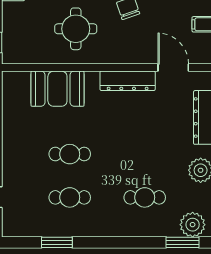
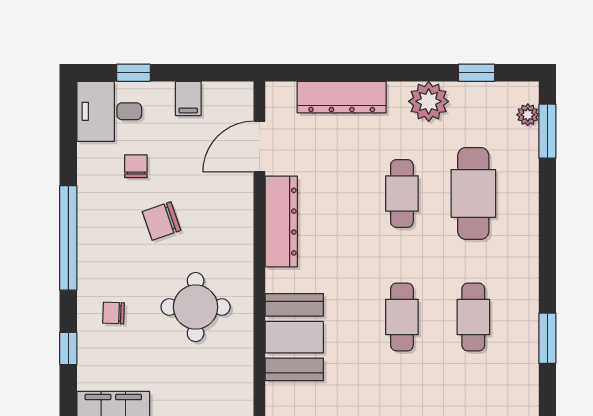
cafe table: (145, 154) -> (402, 193), added
cafe table: (145, 197) -> (473, 193), width x1.37, depth x1.35
plant: (193, 225) -> (528, 115), width x0.53, depth x0.53

